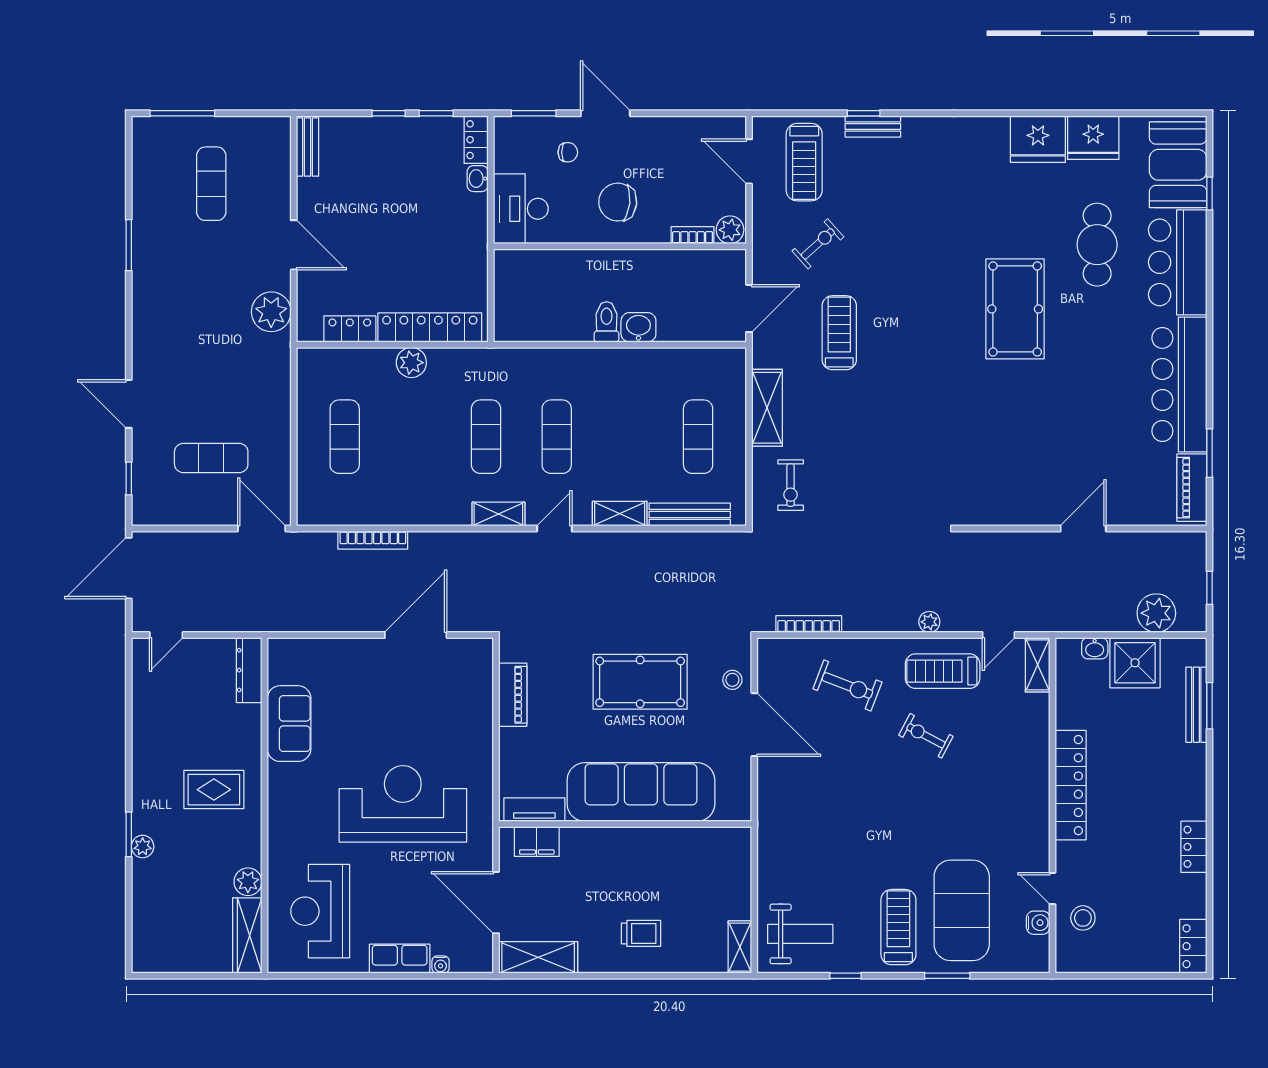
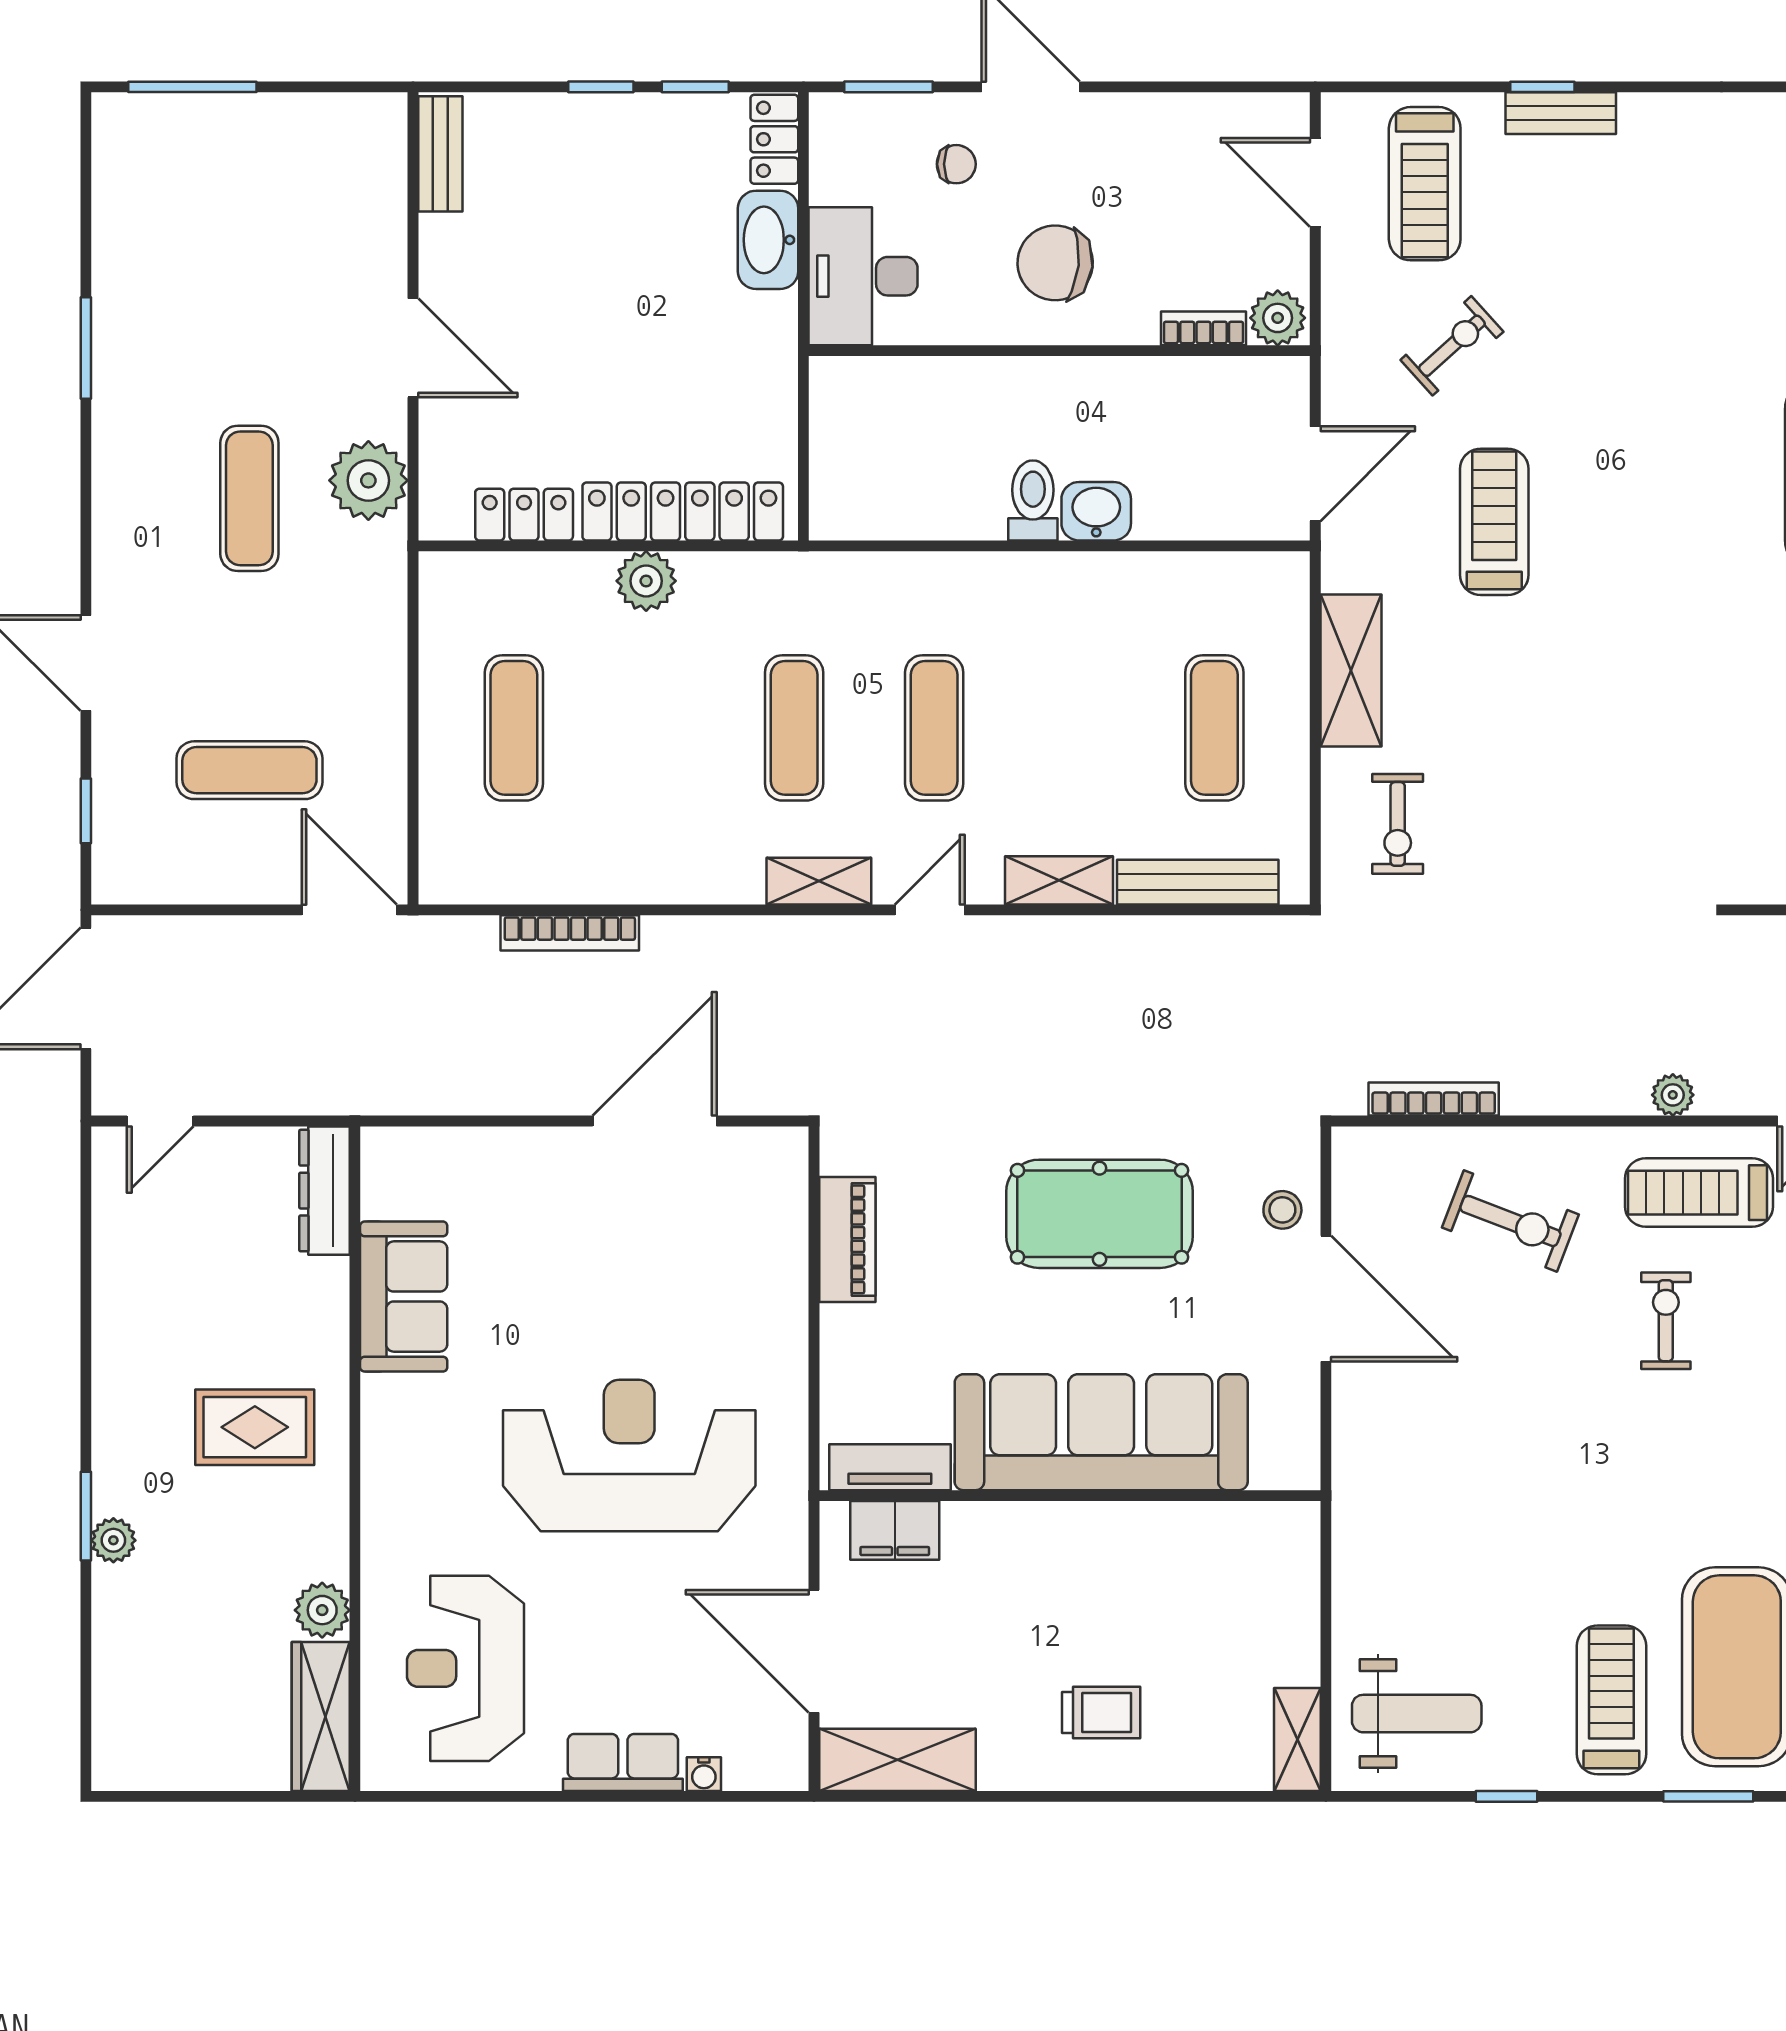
washbasin: (478, 179) -> (768, 240), width x1.91, depth x1.45
exercise mat: (211, 184) -> (249, 498), moved
exercise bike: (926, 736) -> (1666, 1321), turned 62

